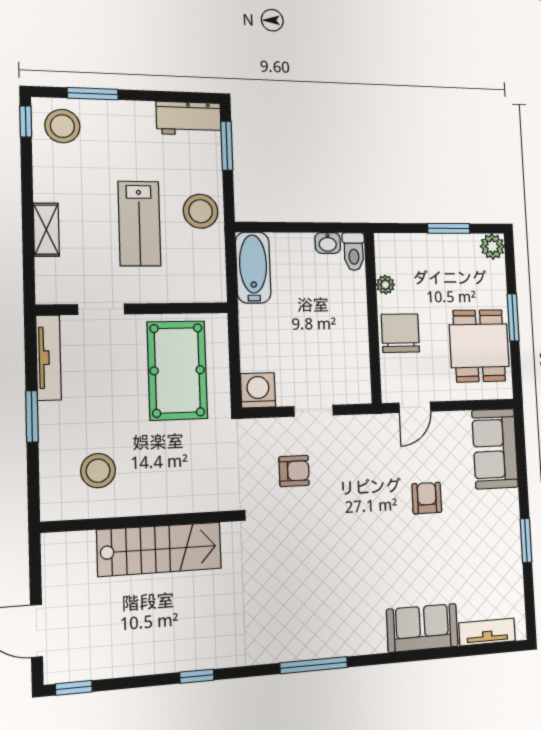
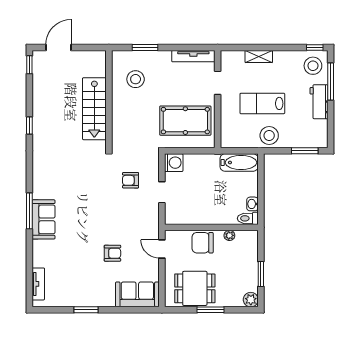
window: (93, 94) -> (331, 81), width x1.44
workbench: (189, 118) -> (319, 102), moved
chair: (400, 333) -> (203, 243), turned 180
window: (32, 416) -> (145, 48), moved
armchair: (294, 471) -> (131, 180), turned 90
sofa: (422, 628) -> (44, 219), moved
window: (314, 665) -> (29, 211), moved

